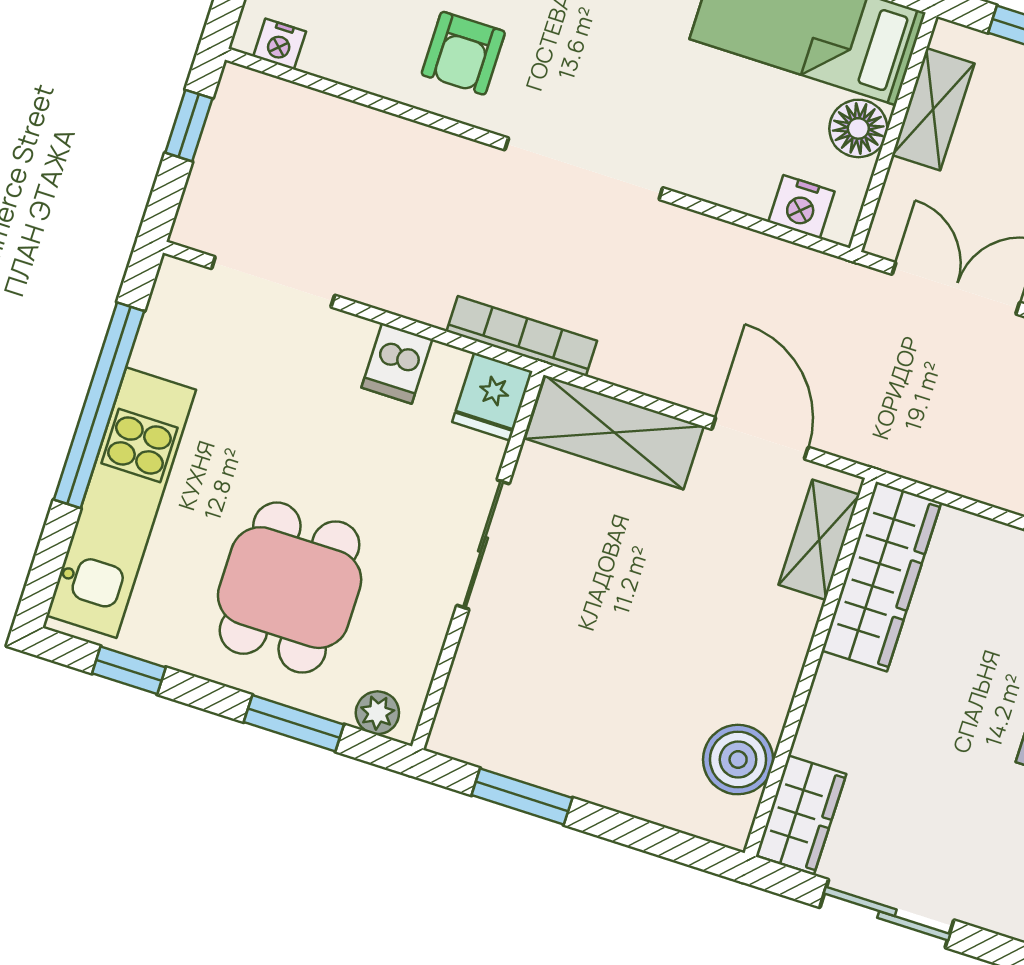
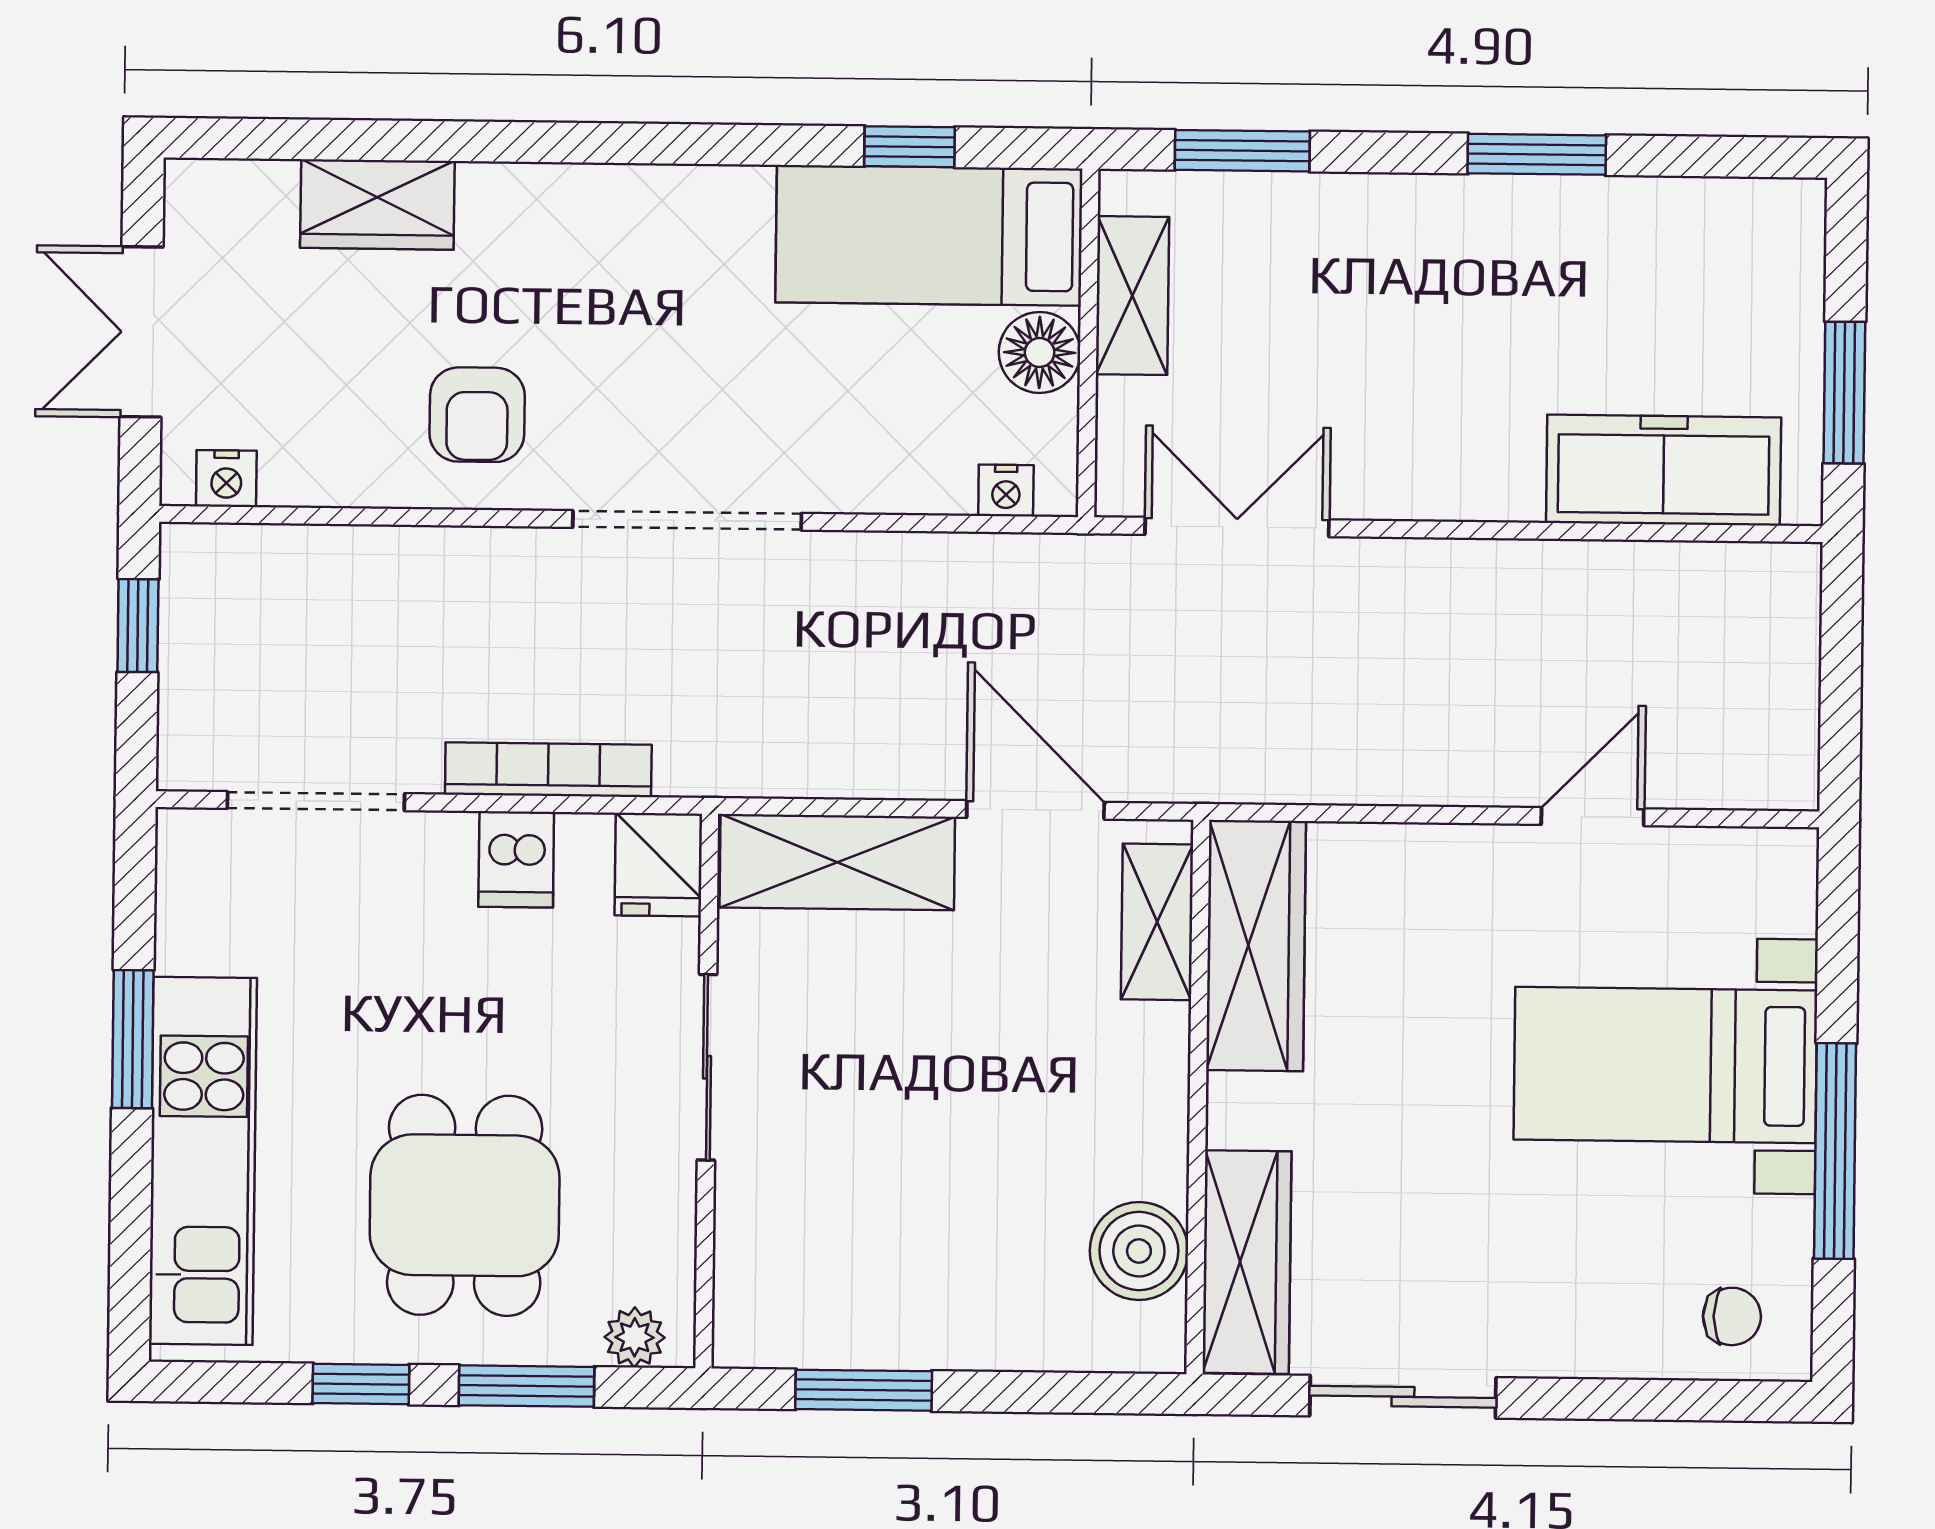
nightstand: (801, 207) -> (1006, 490), width x0.72, depth x0.74
bookcase: (522, 336) -> (548, 770), moved
window: (99, 405) -> (133, 1039), width x0.47
window: (129, 670) -> (361, 1384), moved
wardrobe: (801, 815) -> (1247, 1262), width x1.50

